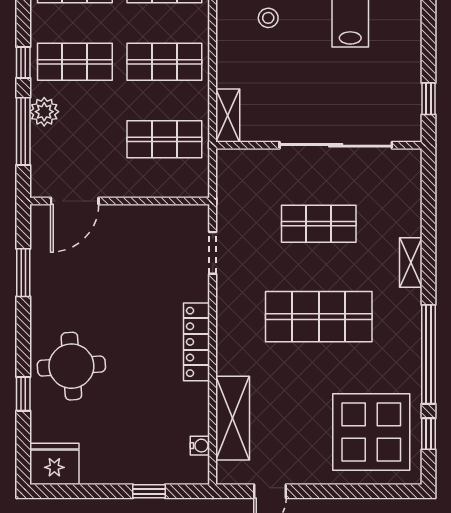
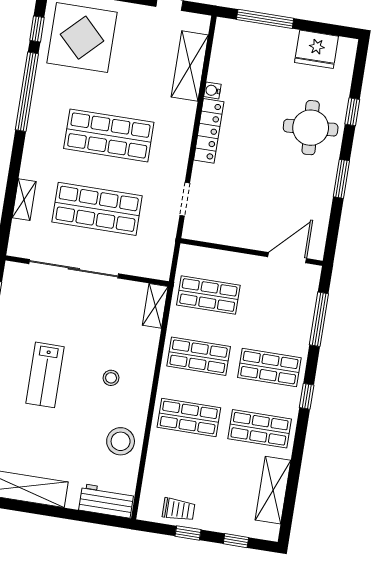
window: (23, 62) -> (307, 396), moved
plant: (44, 112) -> (300, 332), removed
shop shelf: (319, 224) -> (97, 209), width x1.43, depth x1.36
shelving: (411, 262) -> (24, 200), moved
window: (23, 273) -> (341, 179), moved
water cooler: (200, 446) -> (212, 90), moved
fridge: (54, 464) -> (316, 49), moved
window: (149, 491) -> (265, 19), width x2.17

